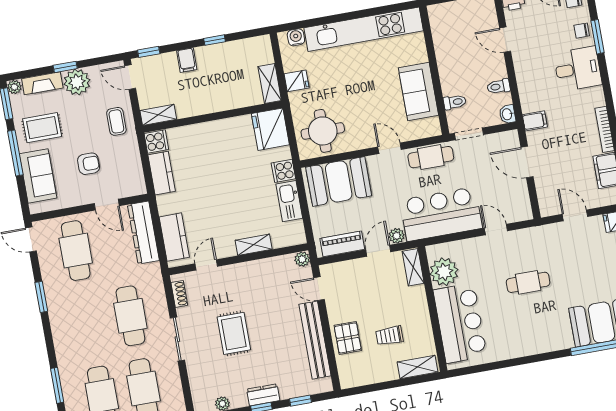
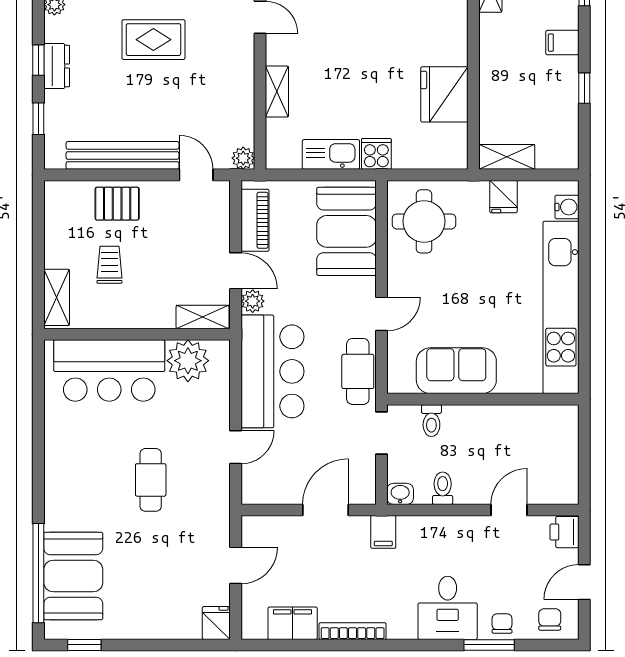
fridge: (270, 129) -> (444, 94), moved, turned -90
door: (319, 289) -> (196, 175), hinge flipped

